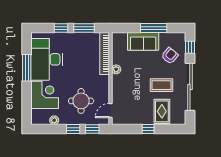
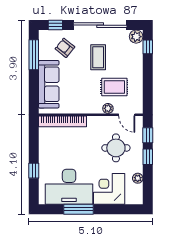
window: (84, 28) -> (34, 145), removed
window: (154, 28) -> (34, 55), moved
sofa: (143, 41) -> (49, 84), width x1.36
plant: (116, 69) -> (108, 108), moved
rug: (162, 111) -> (114, 87), moved
plant: (180, 119) -> (136, 37), added
window: (148, 129) -> (148, 47), moved

